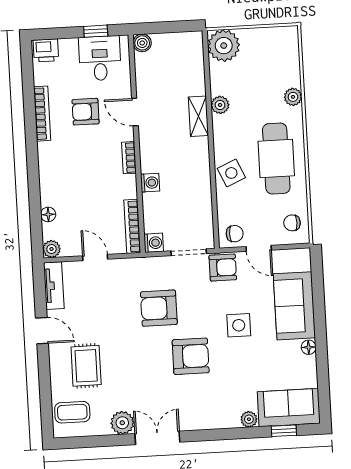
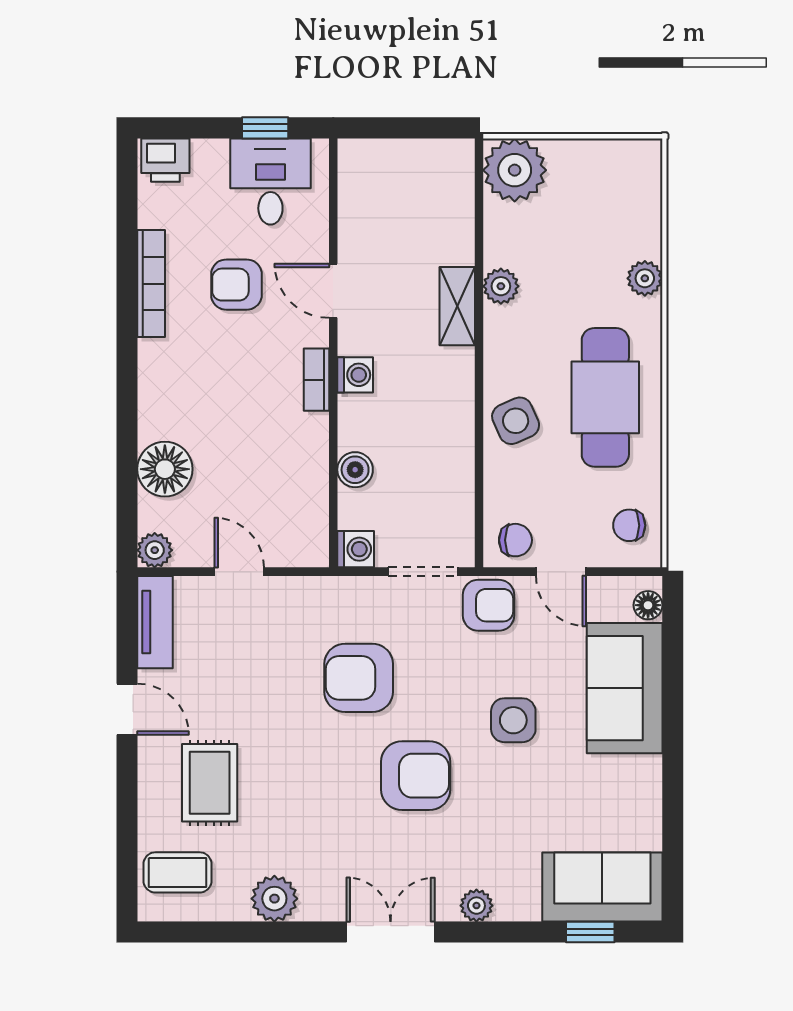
boiler: (142, 43) -> (355, 470), moved
washing machine: (150, 183) -> (355, 375), moved
floor lamp: (48, 214) -> (165, 469), width x1.89, depth x1.89
bookcase: (132, 226) -> (316, 515), removed
floor lamp: (309, 347) -> (648, 605), moved
plant: (249, 419) -> (476, 906), moved
double door: (157, 438) -> (391, 932), moved

